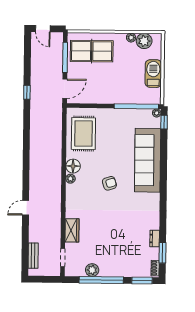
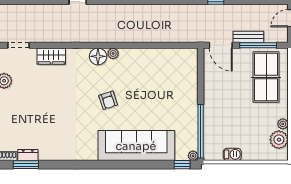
barbecue: (153, 74) -> (232, 154), width x0.53, depth x0.65
rug: (83, 134) -> (167, 68), removed
floor lamp: (73, 166) -> (98, 56), moved
dresser: (155, 239) -> (28, 155), moved
bench: (33, 256) -> (248, 37), moved

